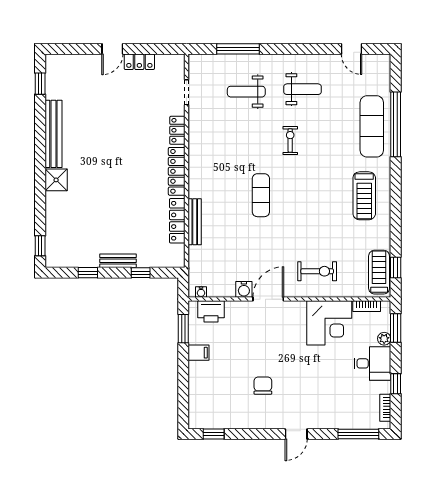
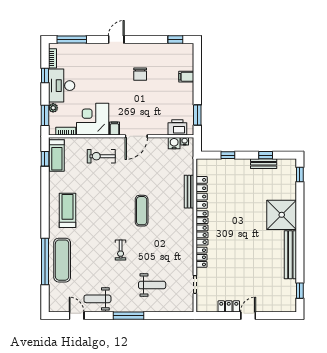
window: (238, 49) -> (128, 316), moved
weight bench: (303, 89) -> (97, 299), moved
shower: (56, 180) -> (282, 215), width x1.86, depth x1.86
bench: (118, 261) -> (264, 164), moved
water cooler: (244, 289) -> (174, 143), moved
filing cabinet: (299, 310) -> (114, 128), added
filing cabinet: (199, 353) -> (186, 77), moved
desk: (372, 363) -> (62, 86), width x1.37

